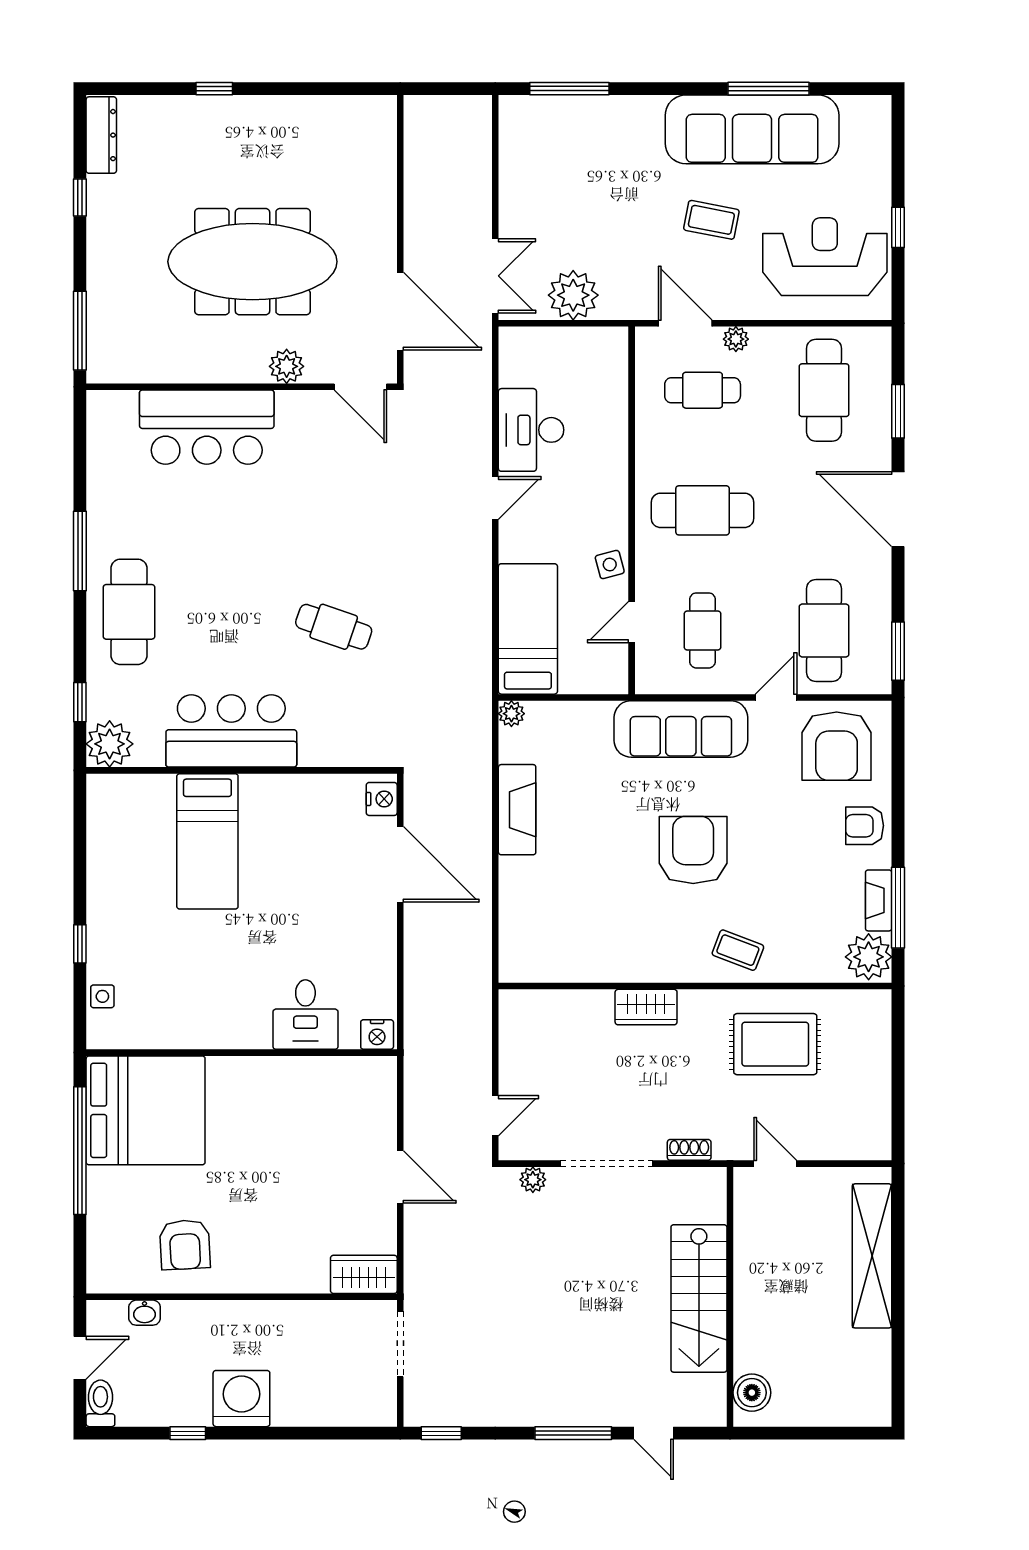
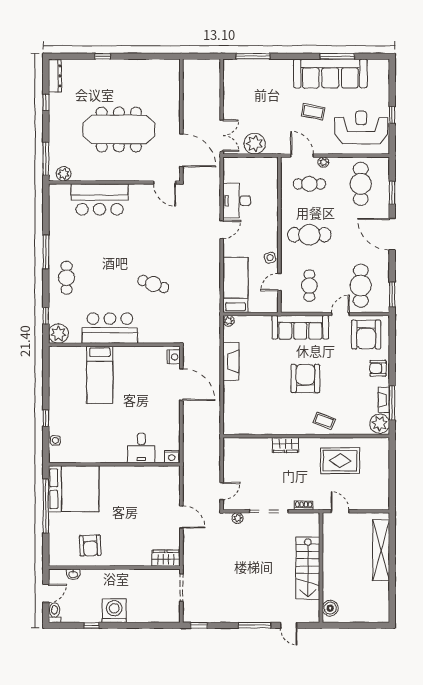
plant: (287, 366) -> (64, 174), moved
cafe table: (129, 612) -> (67, 278), width x0.73, depth x0.74

